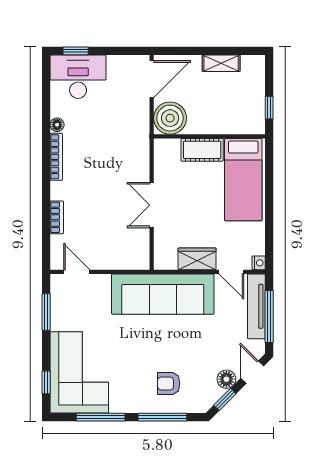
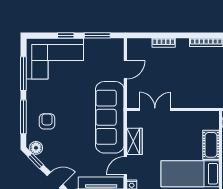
double door: (152, 205) -> (155, 110), moved
door: (77, 272) -> (125, 70), moved
floor lamp: (226, 379) -> (36, 148), moved
window: (46, 382) -> (66, 35), moved

